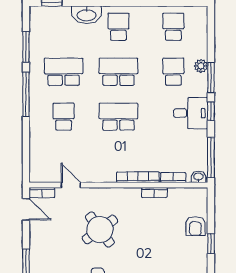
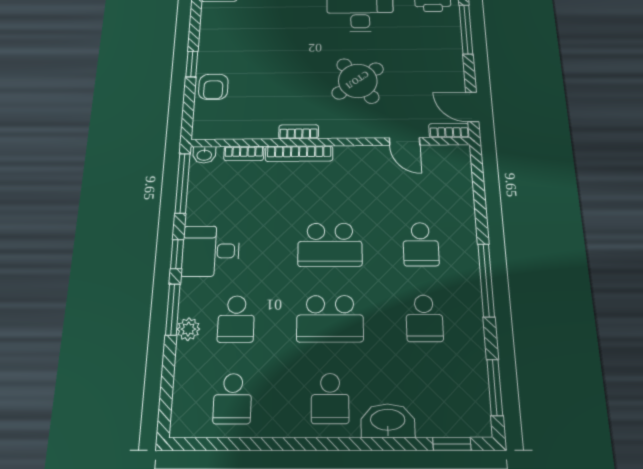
window: (26, 47) -> (495, 387), moved
school desk: (64, 72) -> (424, 318), width x0.54
bookcase: (154, 193) -> (299, 132), moved
armchair: (195, 226) -> (213, 87), turned 180

